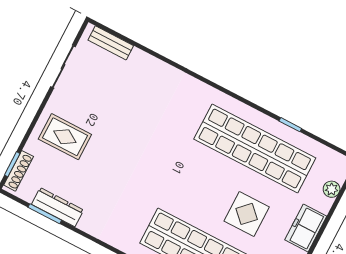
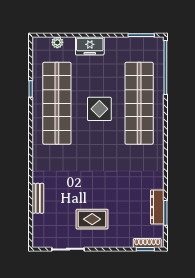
bench: (111, 43) -> (38, 198), moved
rug: (65, 137) -> (92, 219), moved, turned 90
display table: (247, 214) -> (99, 109), moved

